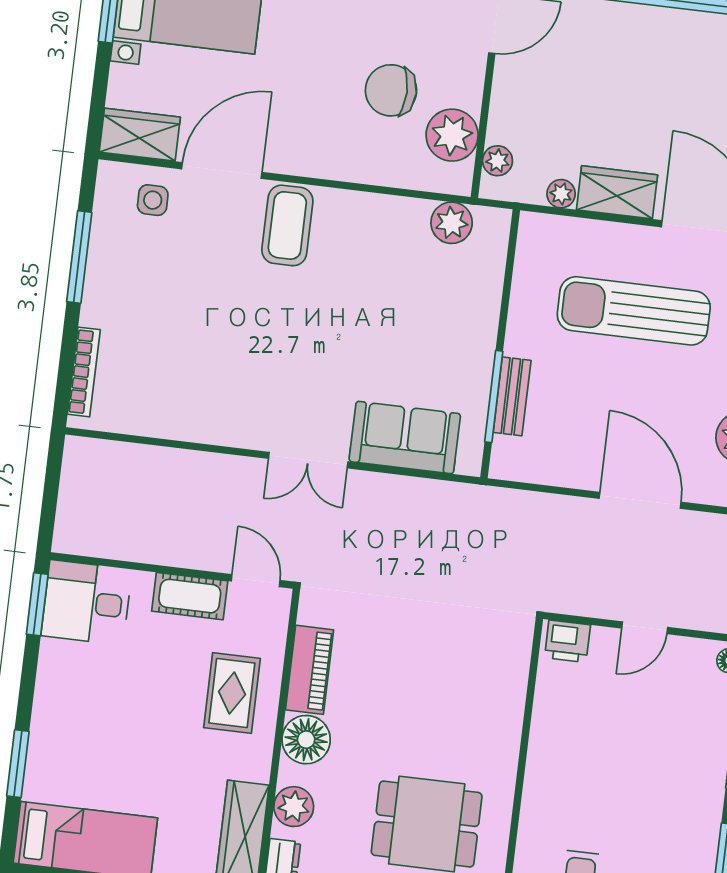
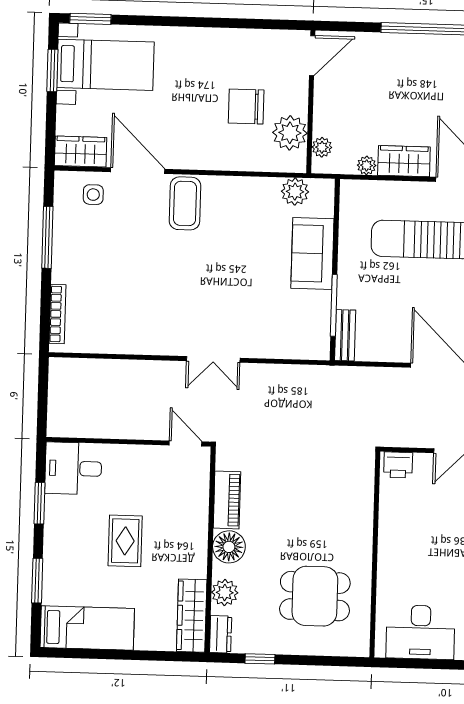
door: (222, 171) -> (138, 171), hinge flipped
bench: (512, 396) -> (345, 335), moved
sofa: (405, 438) -> (312, 253), moved, turned -90
cot: (190, 596) -> (142, 458), removed
window: (37, 604) -> (40, 503), moved
rug: (232, 693) -> (125, 541), moved

